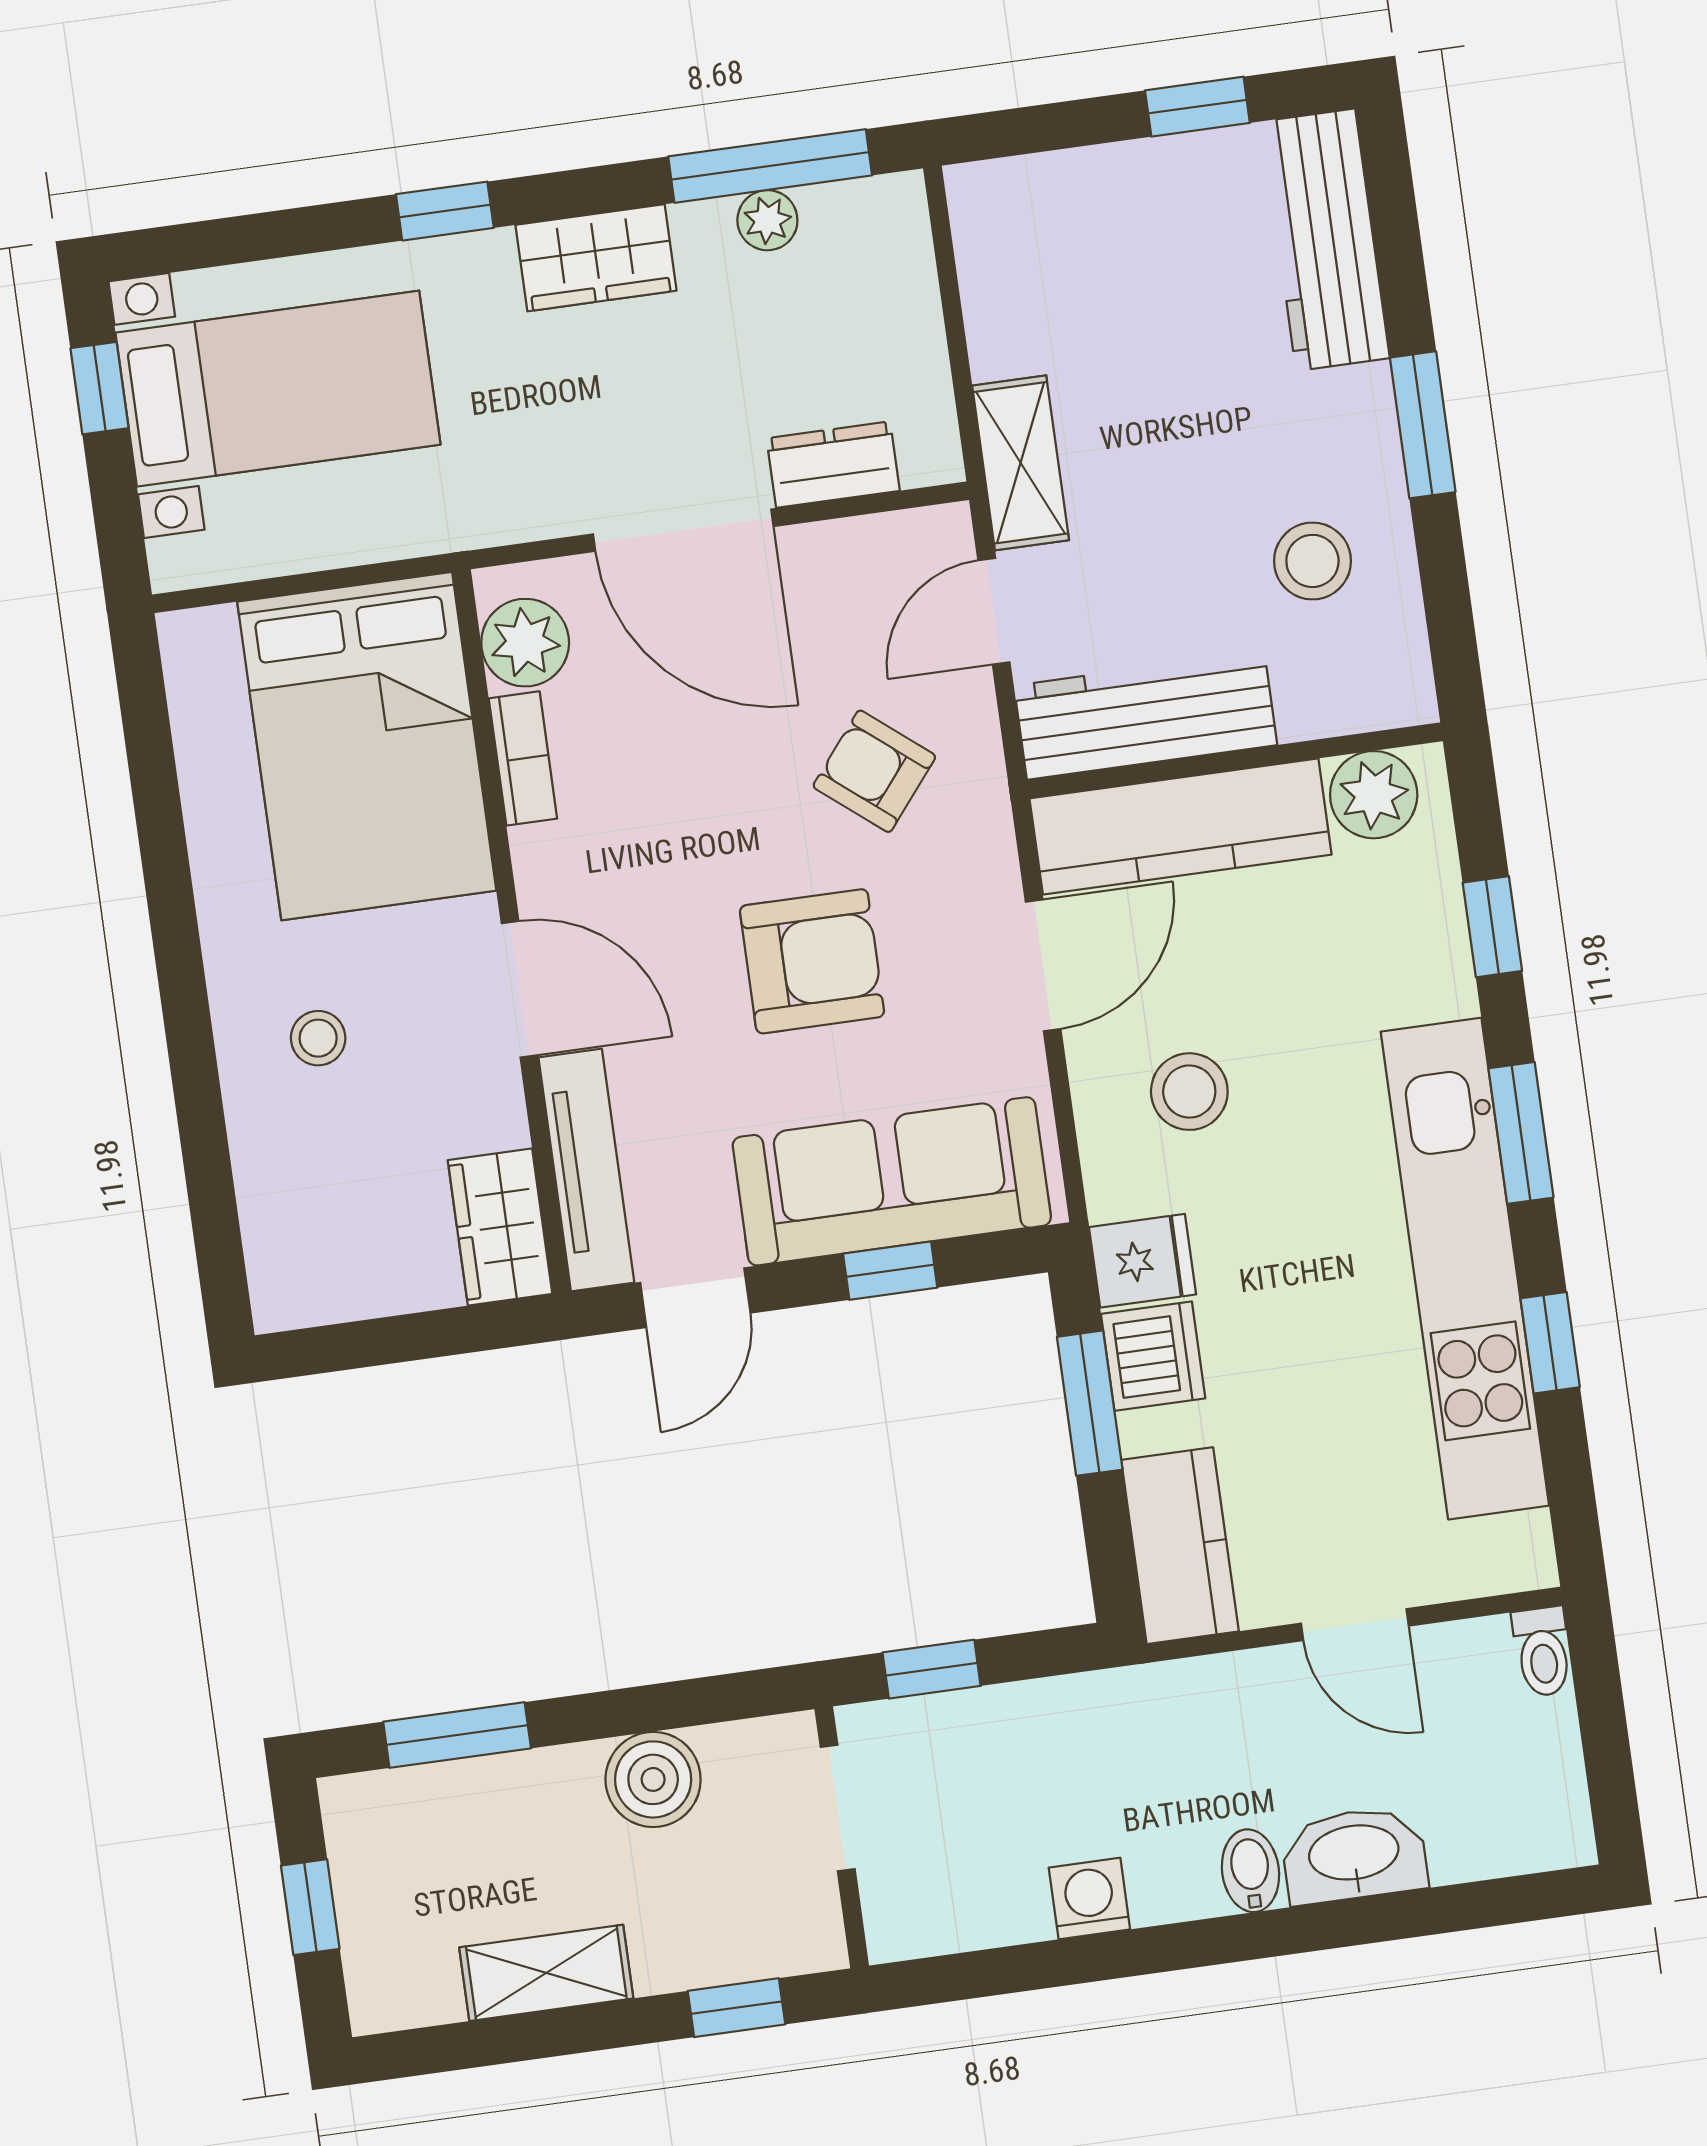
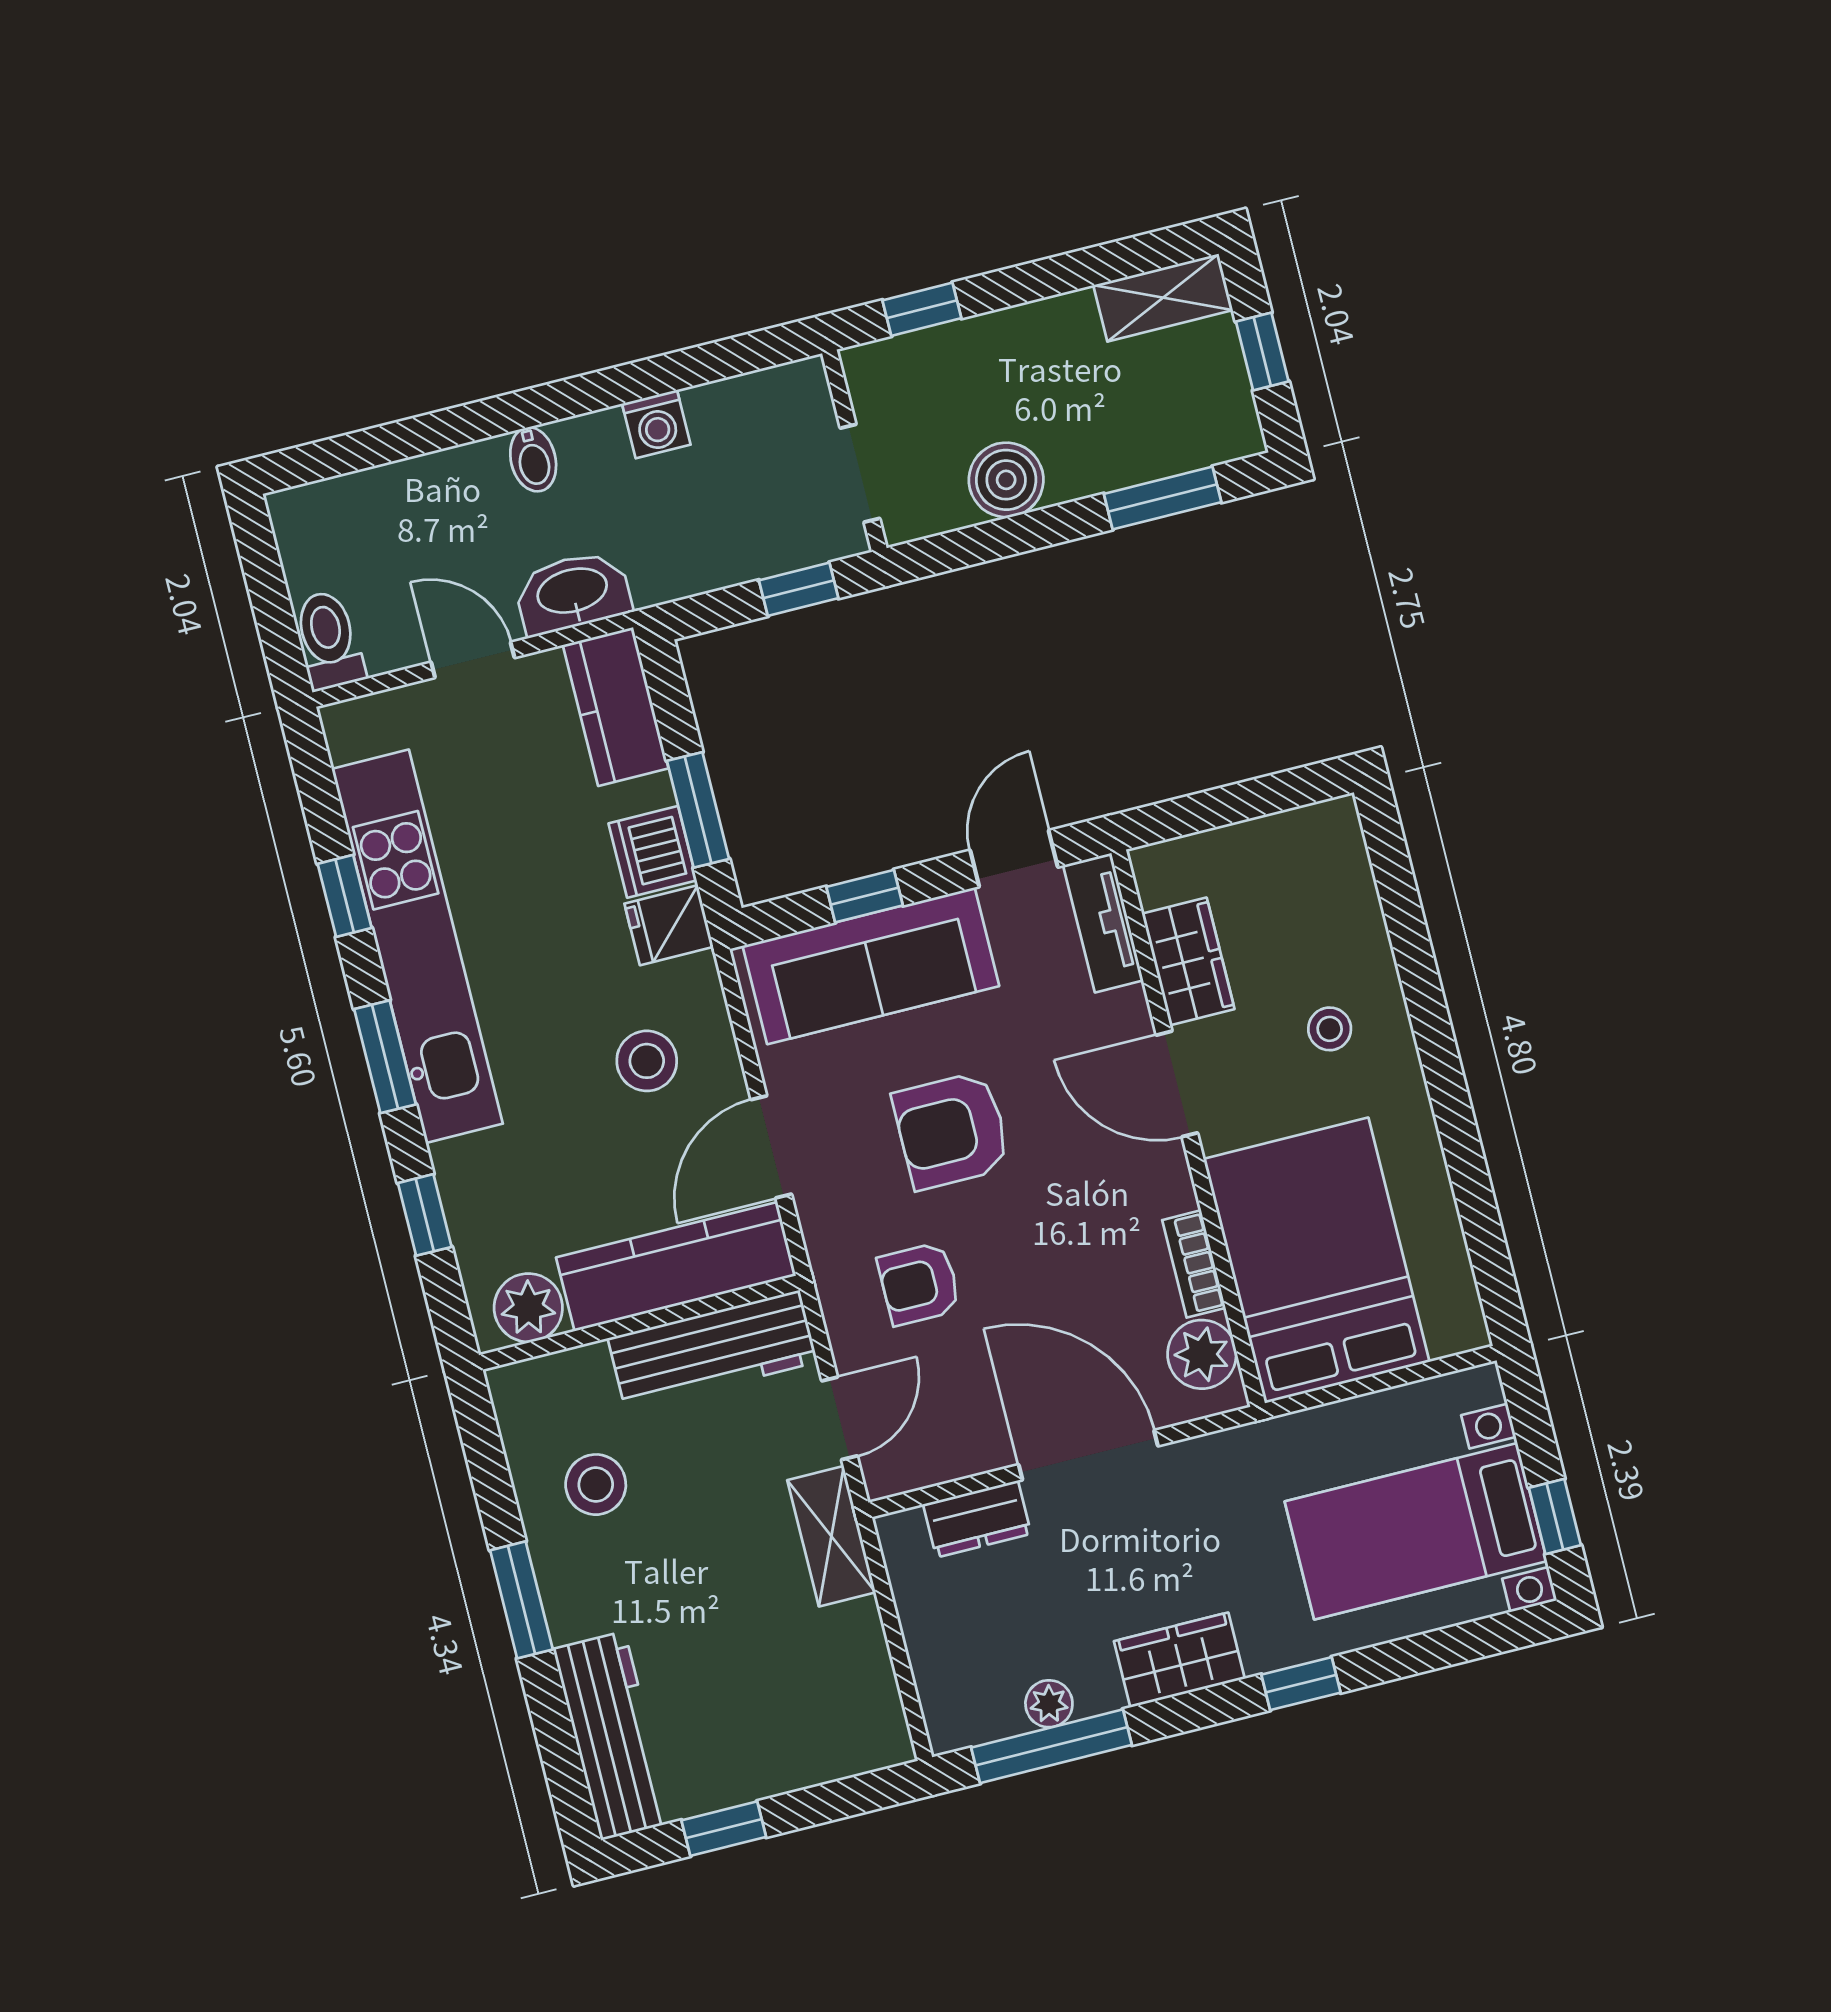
armchair: (874, 771) -> (919, 1284), turned 141
tv unit: (586, 1170) -> (1103, 923), width x0.71
wardrobe: (500, 1227) -> (1188, 961), moved
toilet: (1543, 1652) -> (329, 640), width x1.37, depth x1.39
washbasin: (1354, 1855) -> (573, 593), moved, turned 180
shelving: (546, 1973) -> (1163, 298), moved

